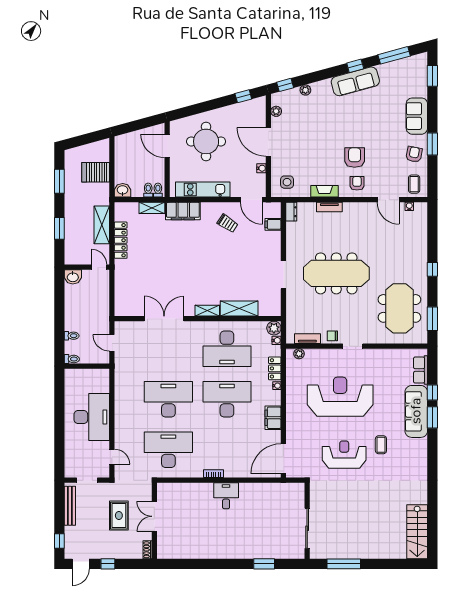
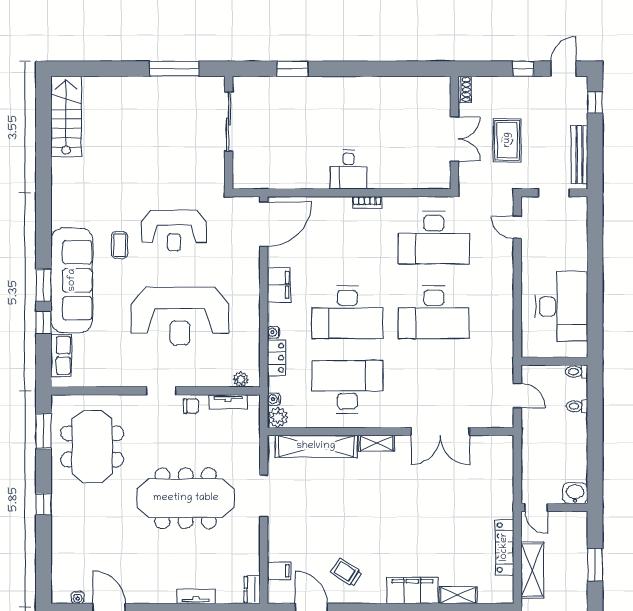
shelving: (239, 308) -> (316, 446), width x1.47
sofa: (416, 411) -> (72, 280), width x1.36, depth x1.27
desk: (92, 417) -> (562, 307), moved, turned 180

